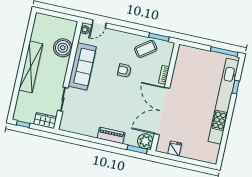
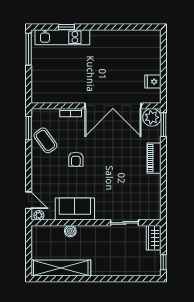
boiler: (63, 48) -> (70, 231), width x0.54, depth x0.54
sofa: (82, 66) -> (75, 209), width x0.73
shelving: (31, 67) -> (61, 268), moved
kitchen unit: (224, 101) -> (62, 37), width x0.54

